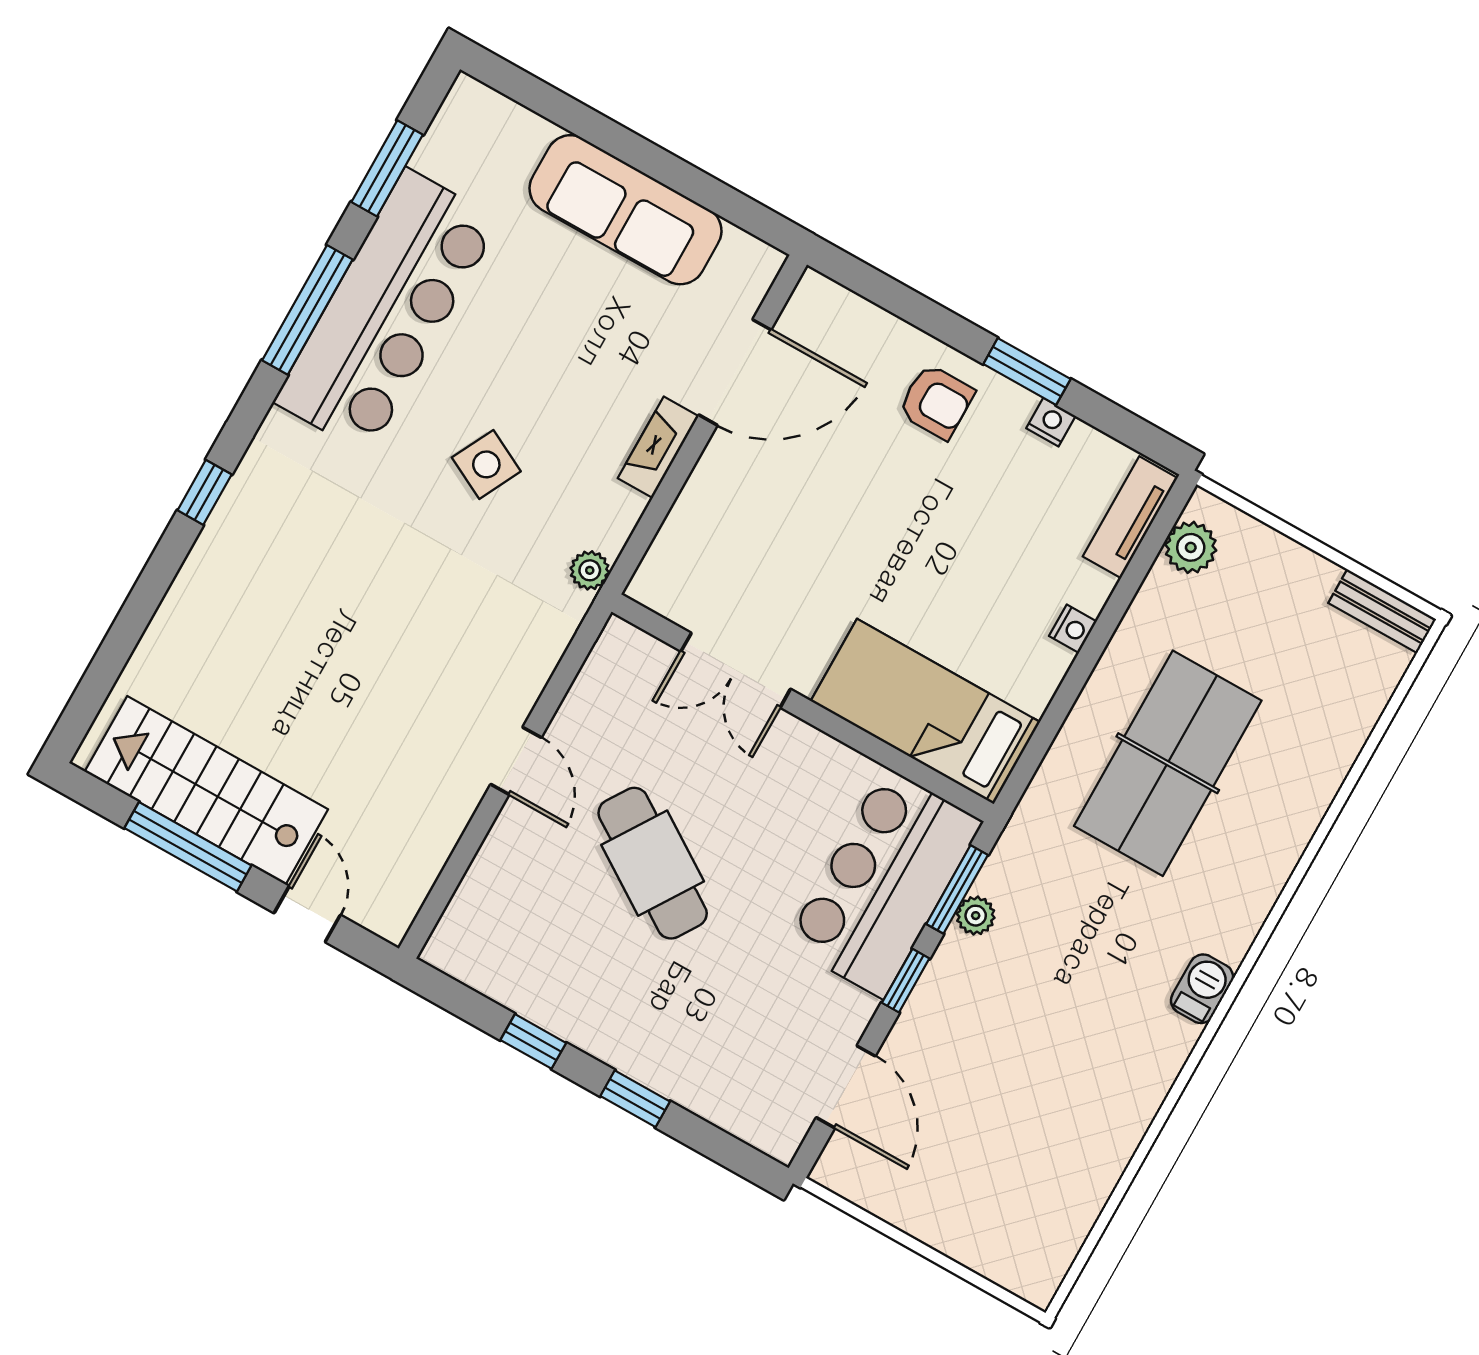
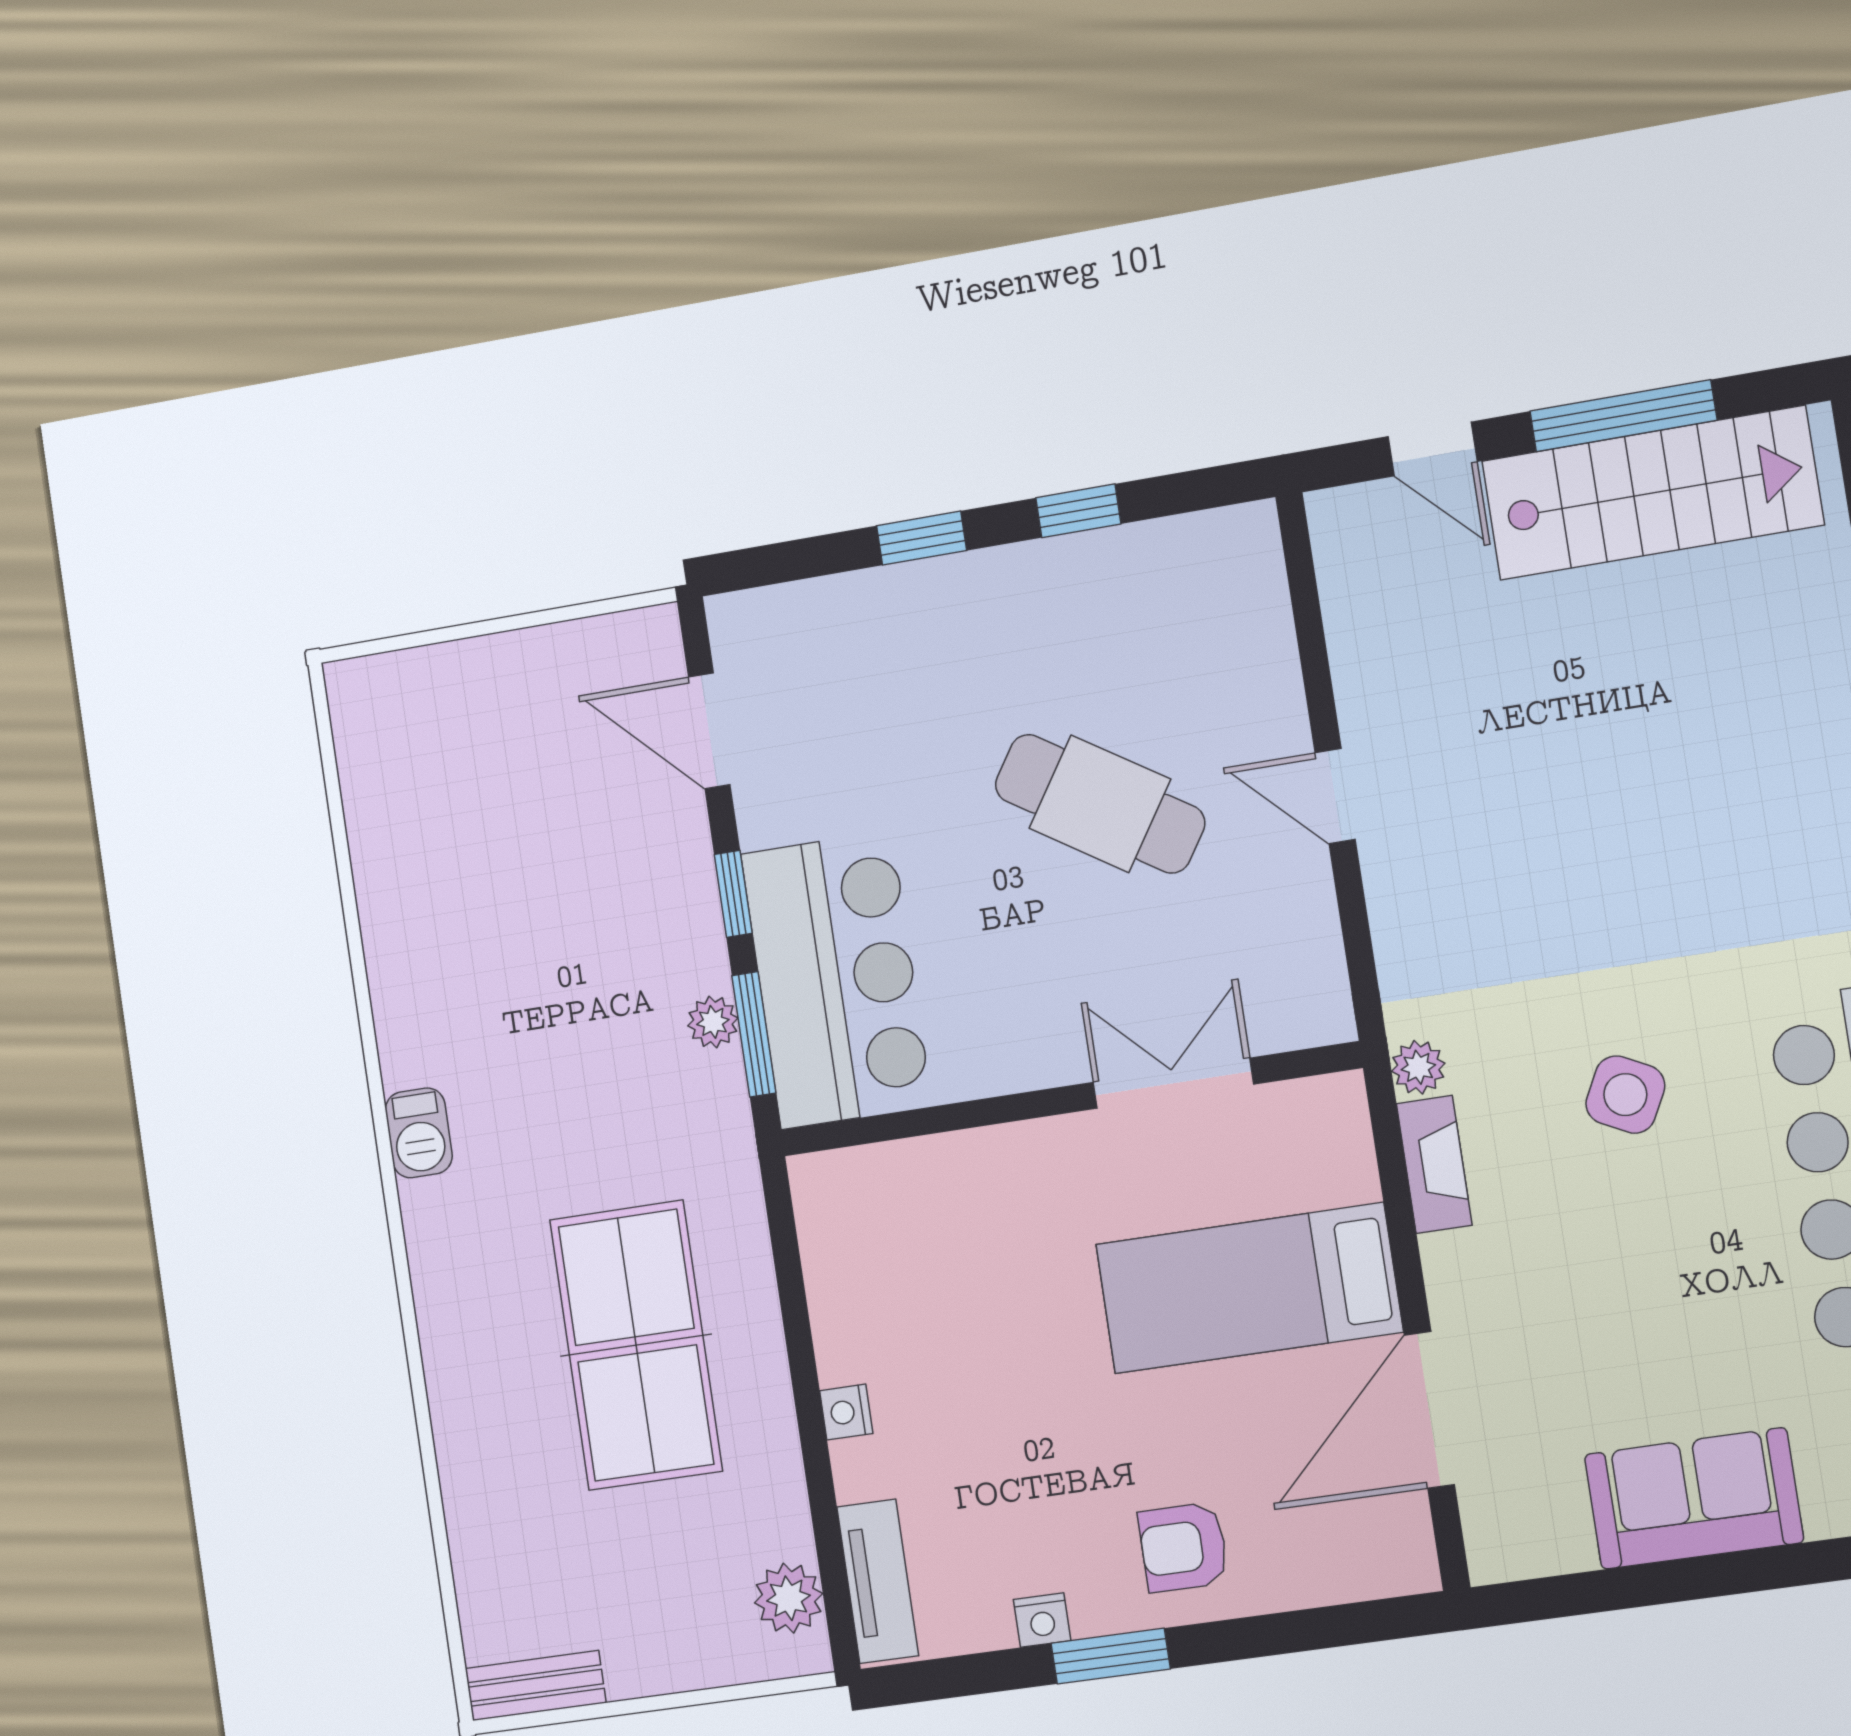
sofa: (626, 210) -> (1694, 1498), width x0.73
fireplace: (658, 447) -> (1434, 1164), moved
bed: (925, 712) -> (1249, 1288), moved, turned 180

